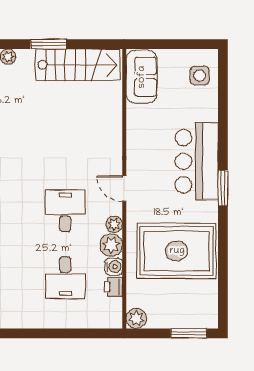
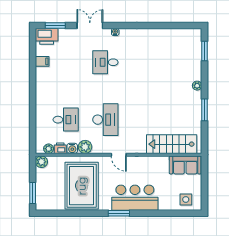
stairs: (78, 65) -> (172, 144), moved, turned 90
door: (124, 189) -> (119, 155), swing flipped
desk: (65, 211) -> (105, 120), width x1.37
plant: (114, 224) -> (49, 149), moved
desk: (65, 278) -> (66, 120), turned 180

